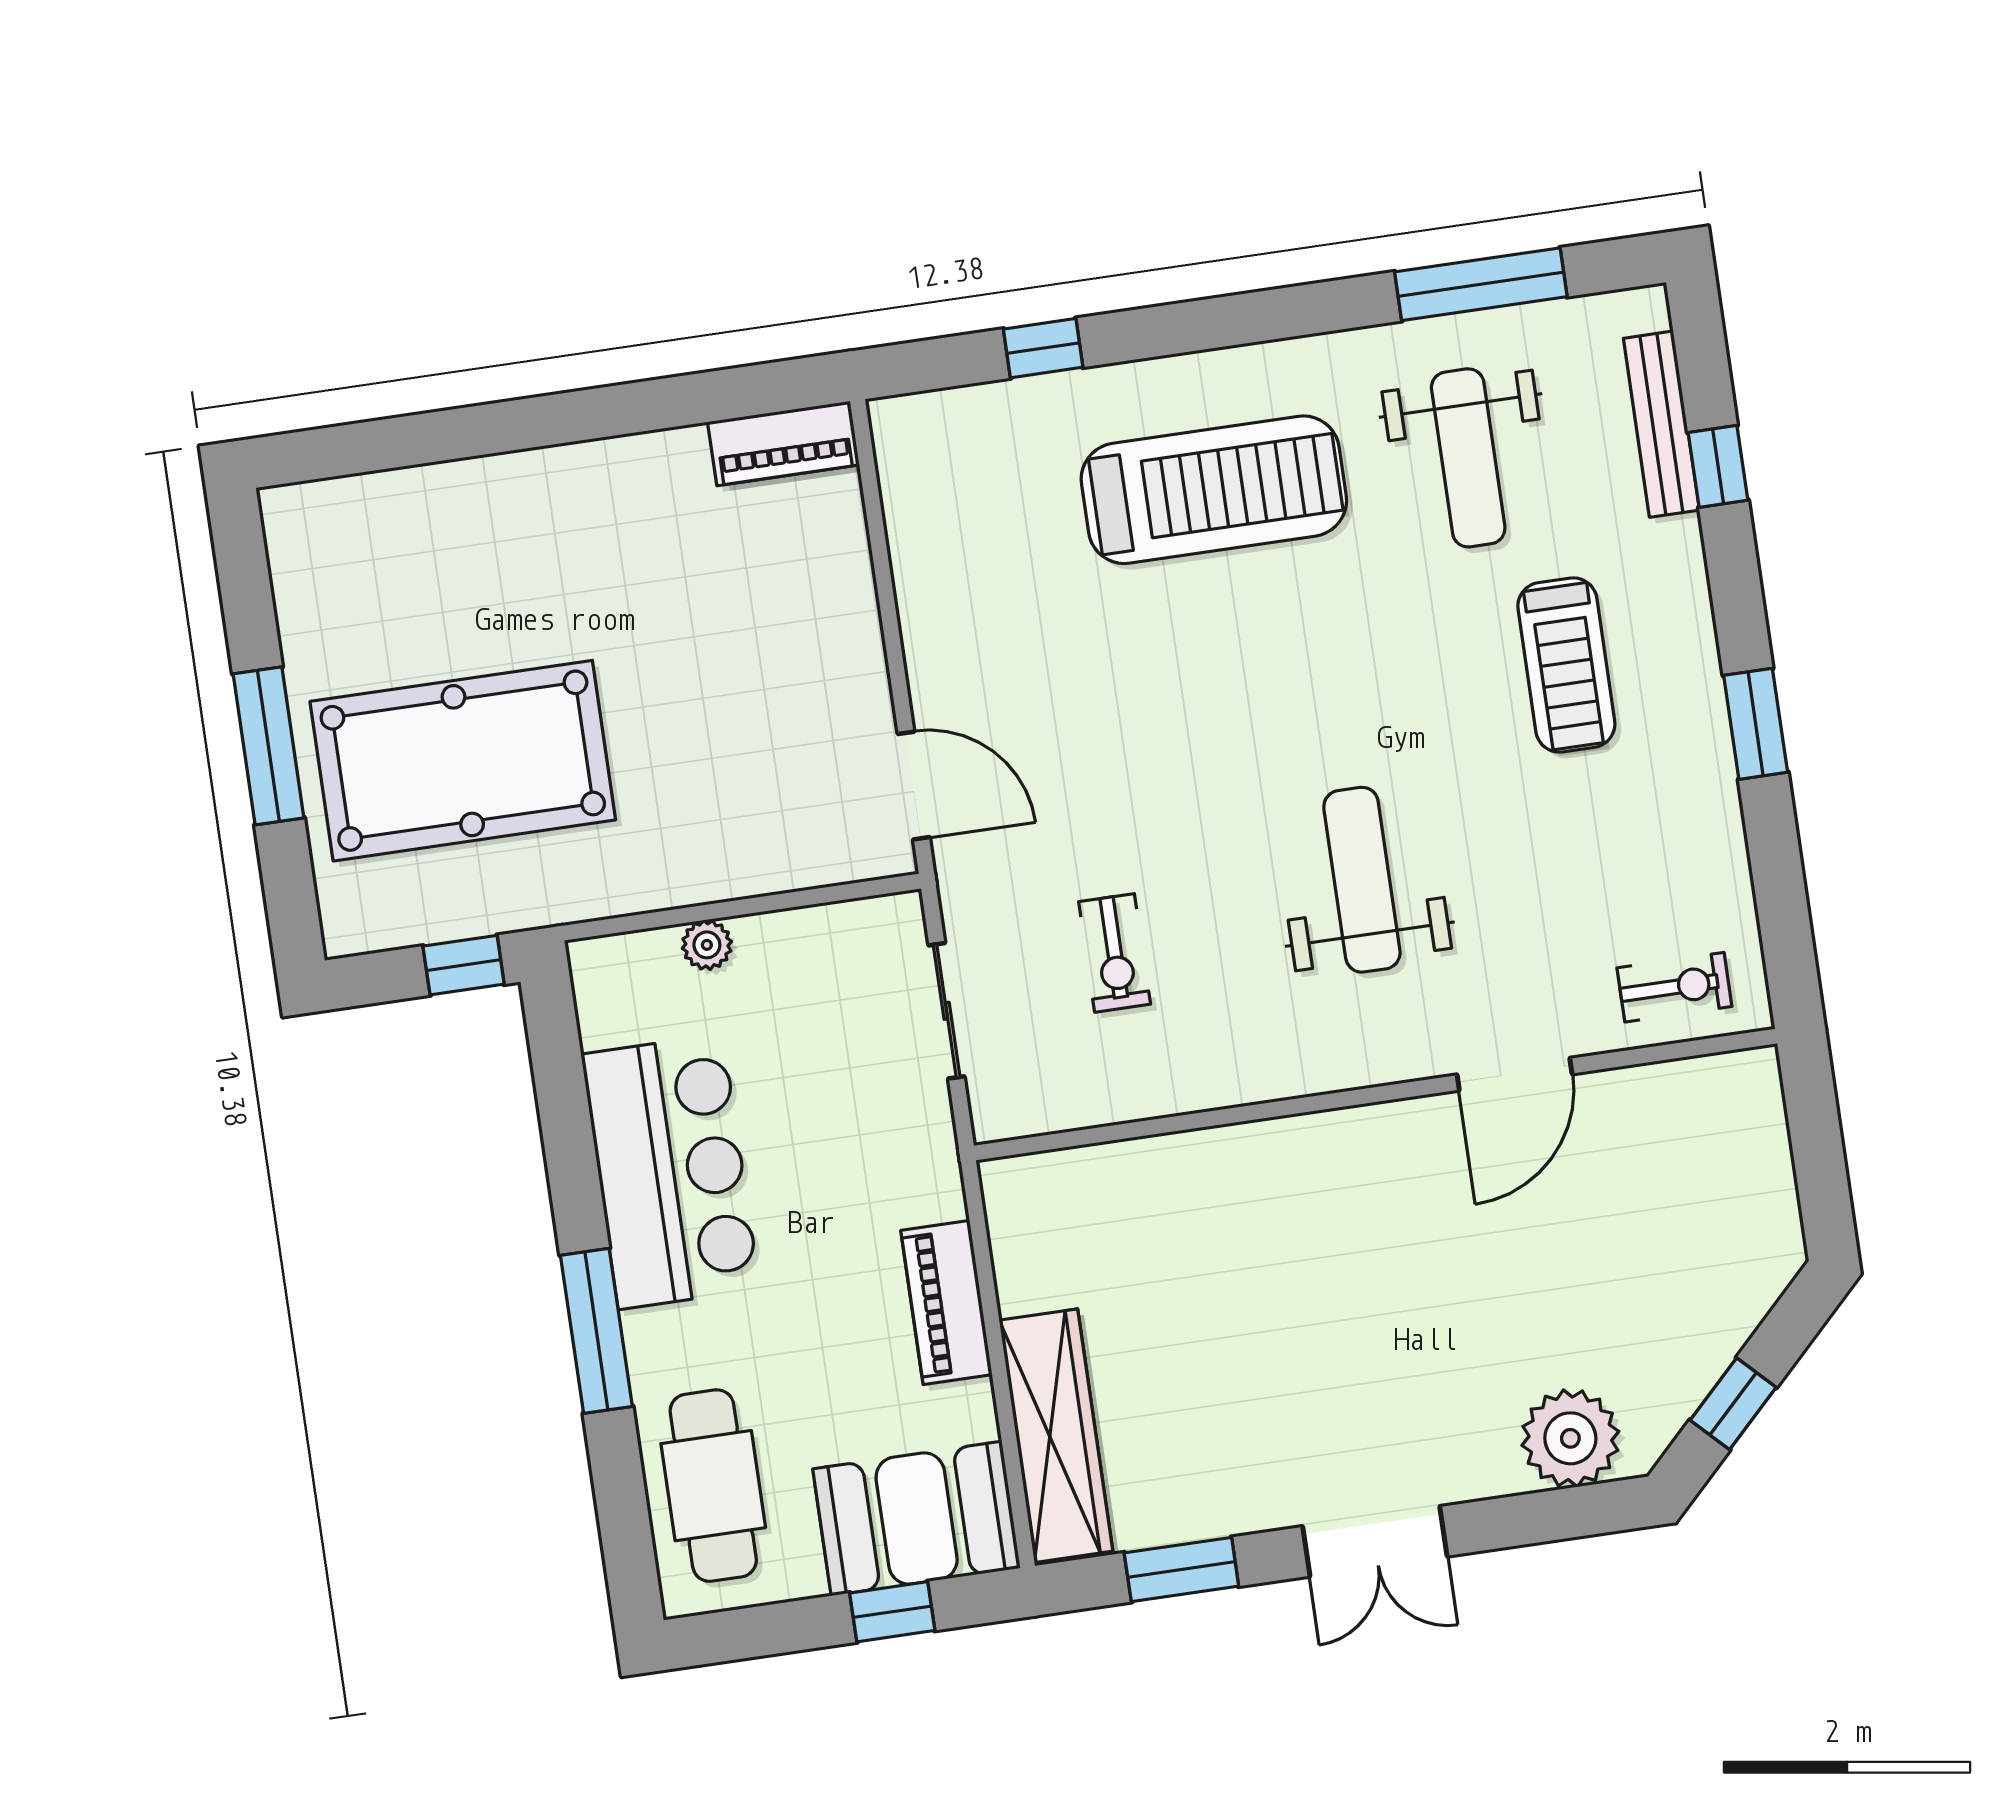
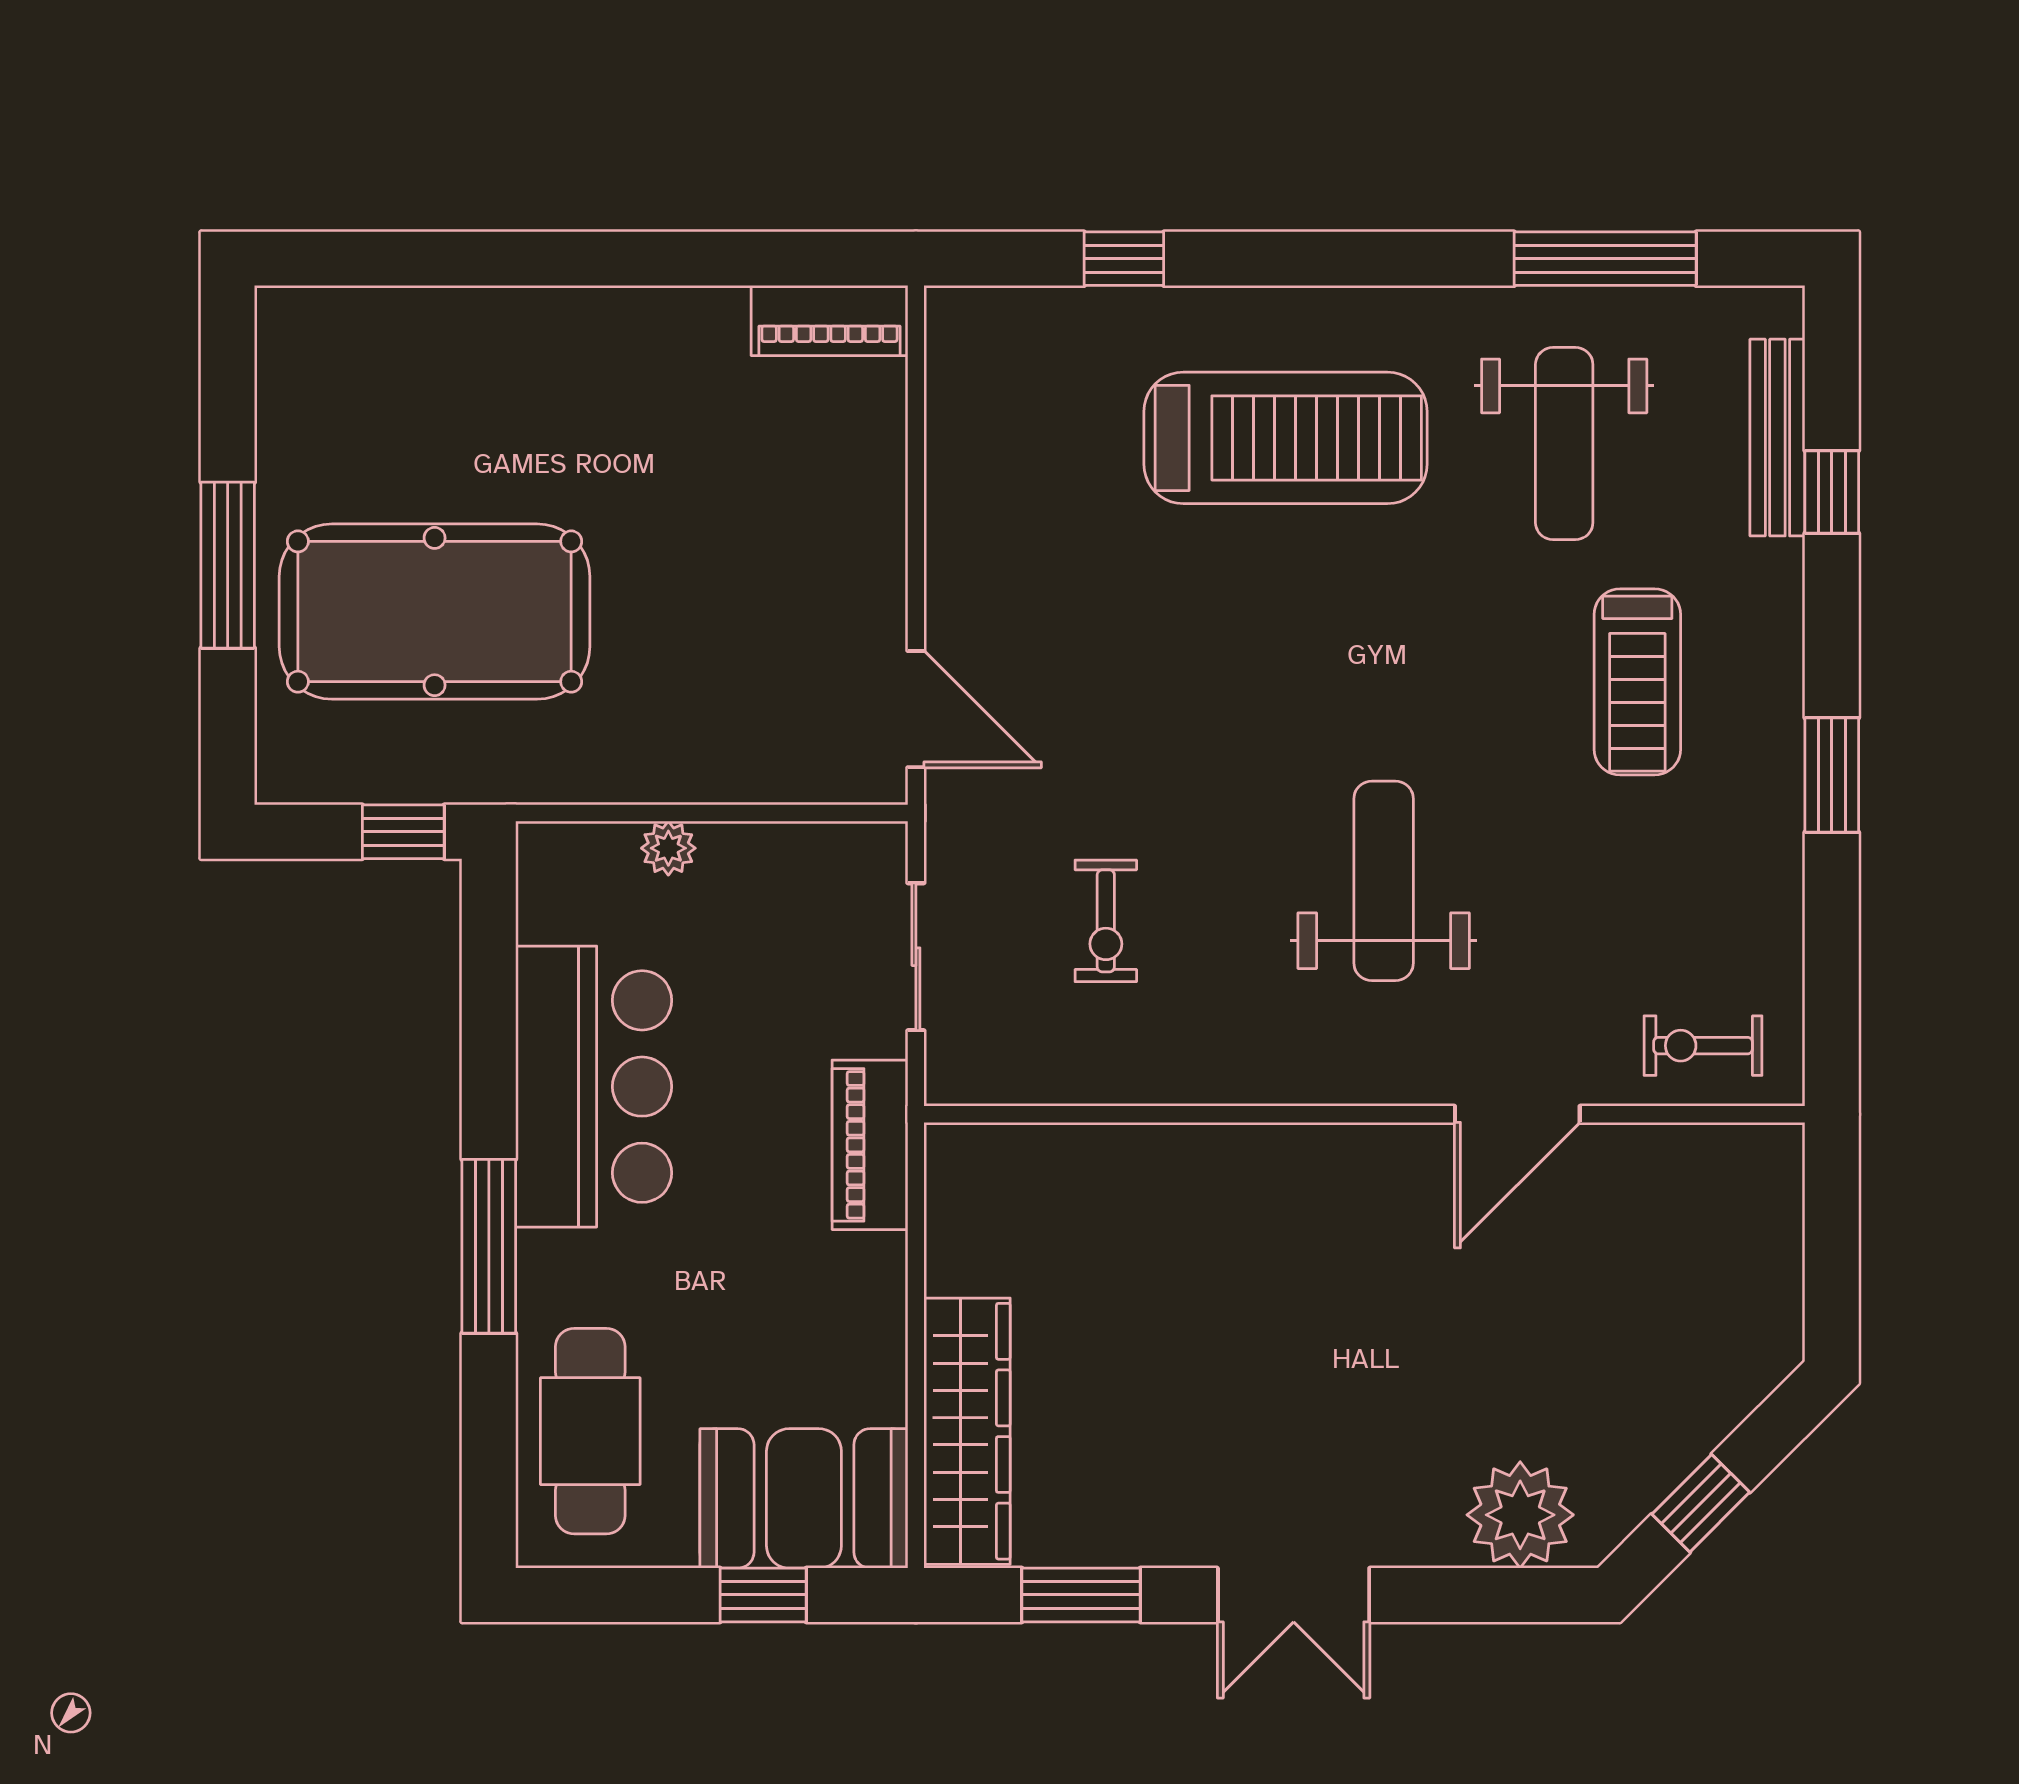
exercise bike: (1674, 987) -> (1703, 1046), turned 180
piano: (946, 1303) -> (870, 1145), moved

